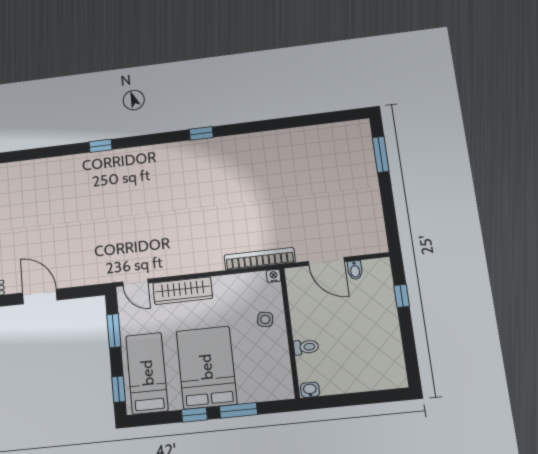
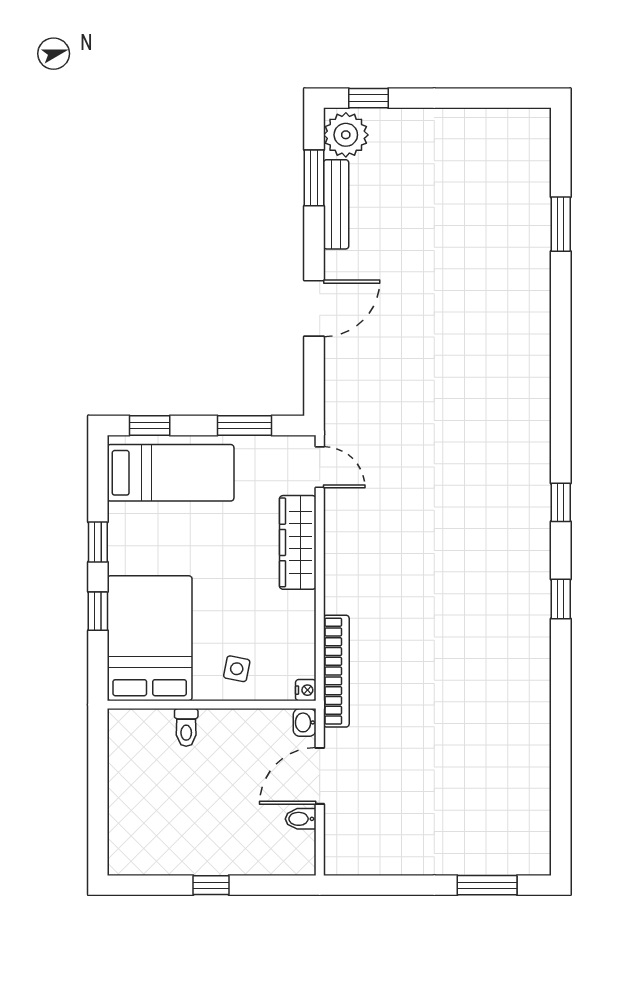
window: (101, 146) -> (561, 502), moved
door: (135, 283) -> (320, 467), swing flipped
window: (402, 296) -> (211, 885), moved
bed: (206, 367) -> (150, 638), moved, turned -90
washbasin: (310, 390) -> (305, 722), moved, turned 180
window: (238, 410) -> (98, 611), width x0.67

